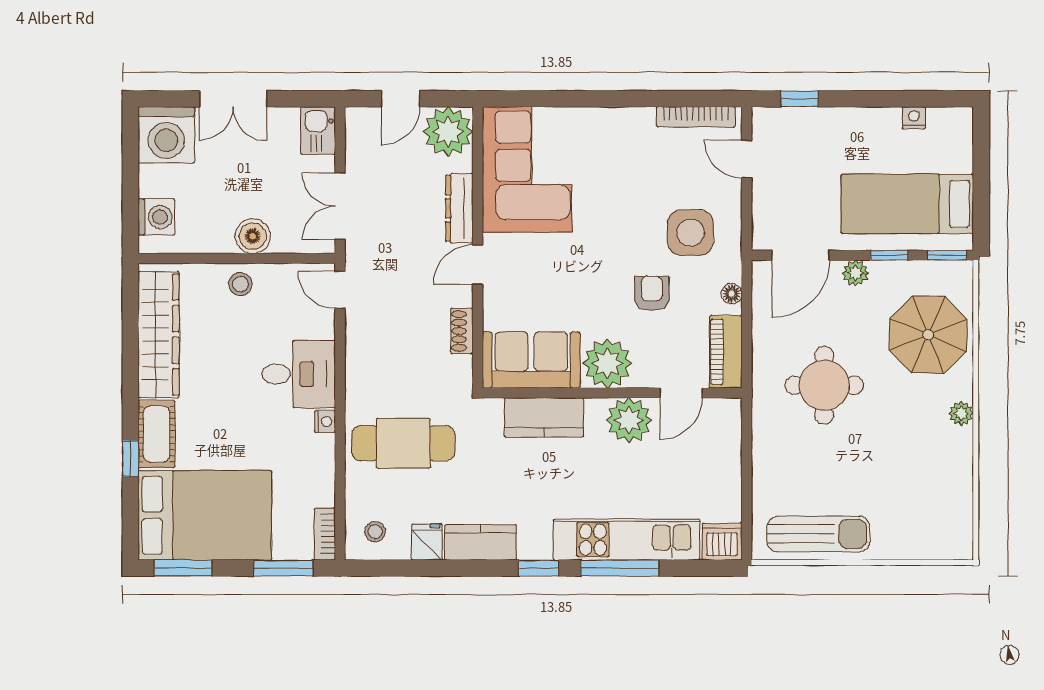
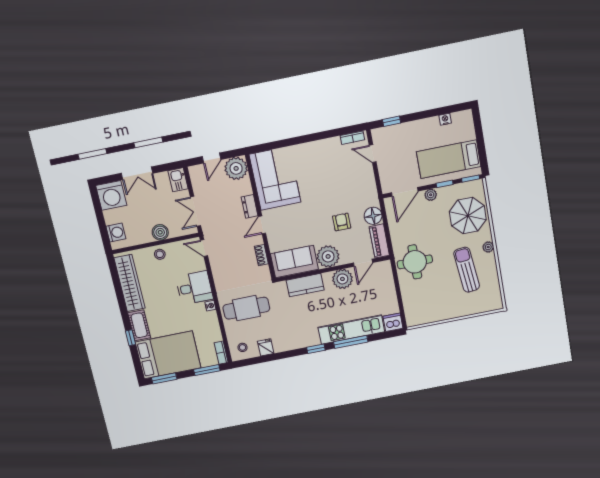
bookcase: (696, 117) -> (352, 138), width x0.64
dresser: (459, 208) -> (250, 206), width x0.70
side table: (690, 233) -> (354, 192), removed
floor lamp: (732, 294) -> (373, 216), width x1.89, depth x1.89
round table: (824, 385) -> (415, 262), moved
sun lounger: (818, 534) -> (467, 270), moved, turned -96
kitchen counter: (481, 542) -> (289, 343), removed

